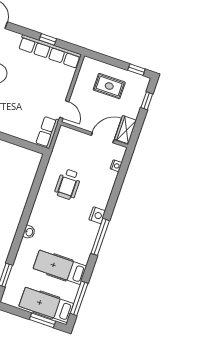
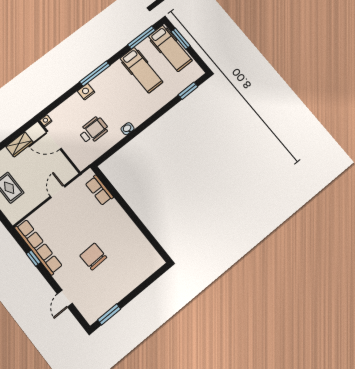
row of seats: (47, 132) -> (99, 190), moved, turned 90
wall: (94, 135) -> (59, 147), moved
door: (103, 138) -> (54, 140), moved
washbasin: (29, 232) -> (128, 129), moved

